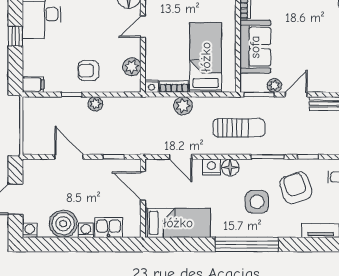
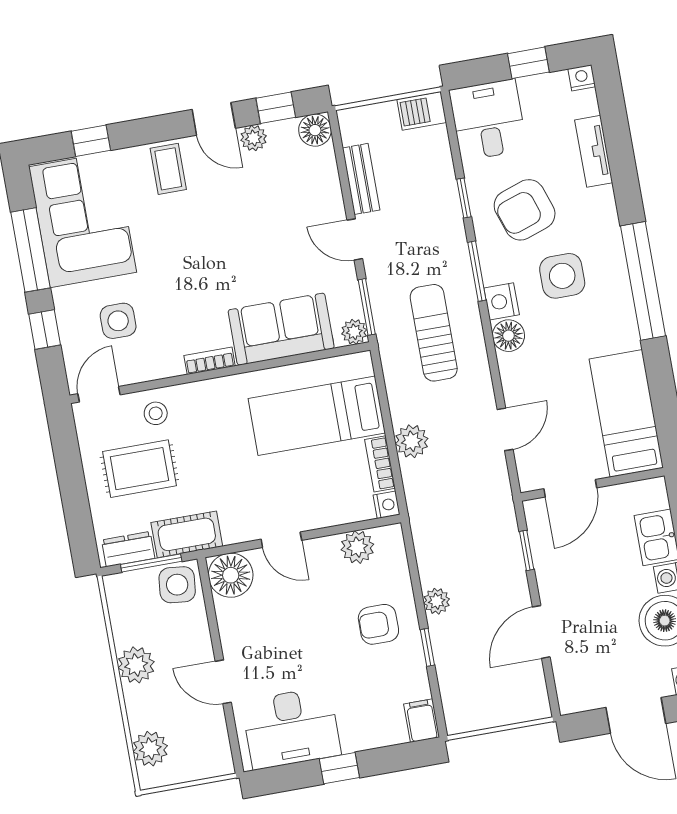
armchair: (88, 71) -> (378, 624), turned 90
plant: (274, 85) -> (354, 332), moved
nightstand: (211, 167) -> (502, 301), moved

